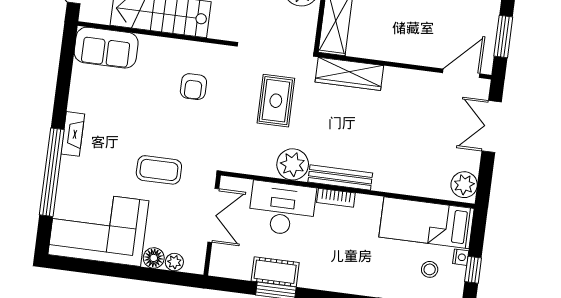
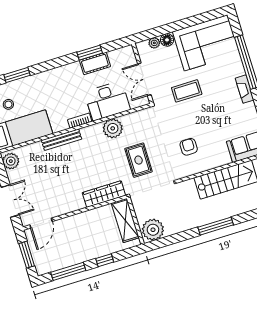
bench: (340, 178) -> (62, 140), moved

